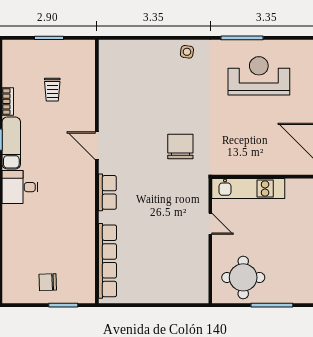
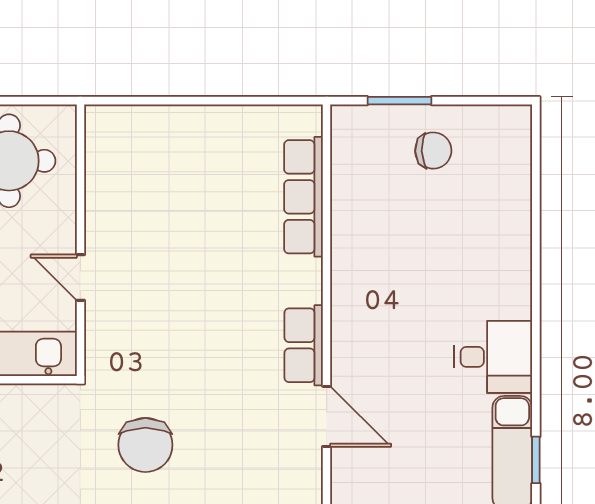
door: (97, 146) -> (327, 416), moved
row of seats: (107, 261) -> (304, 197), width x0.73

